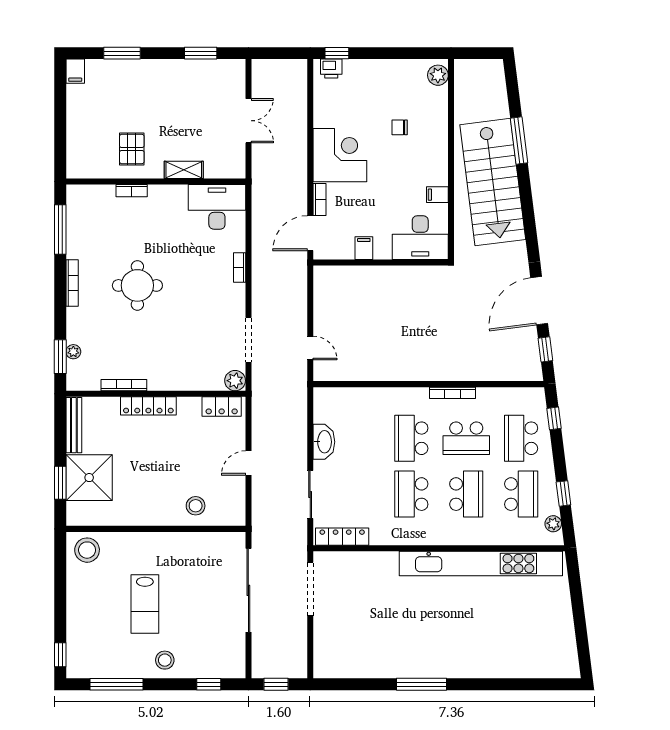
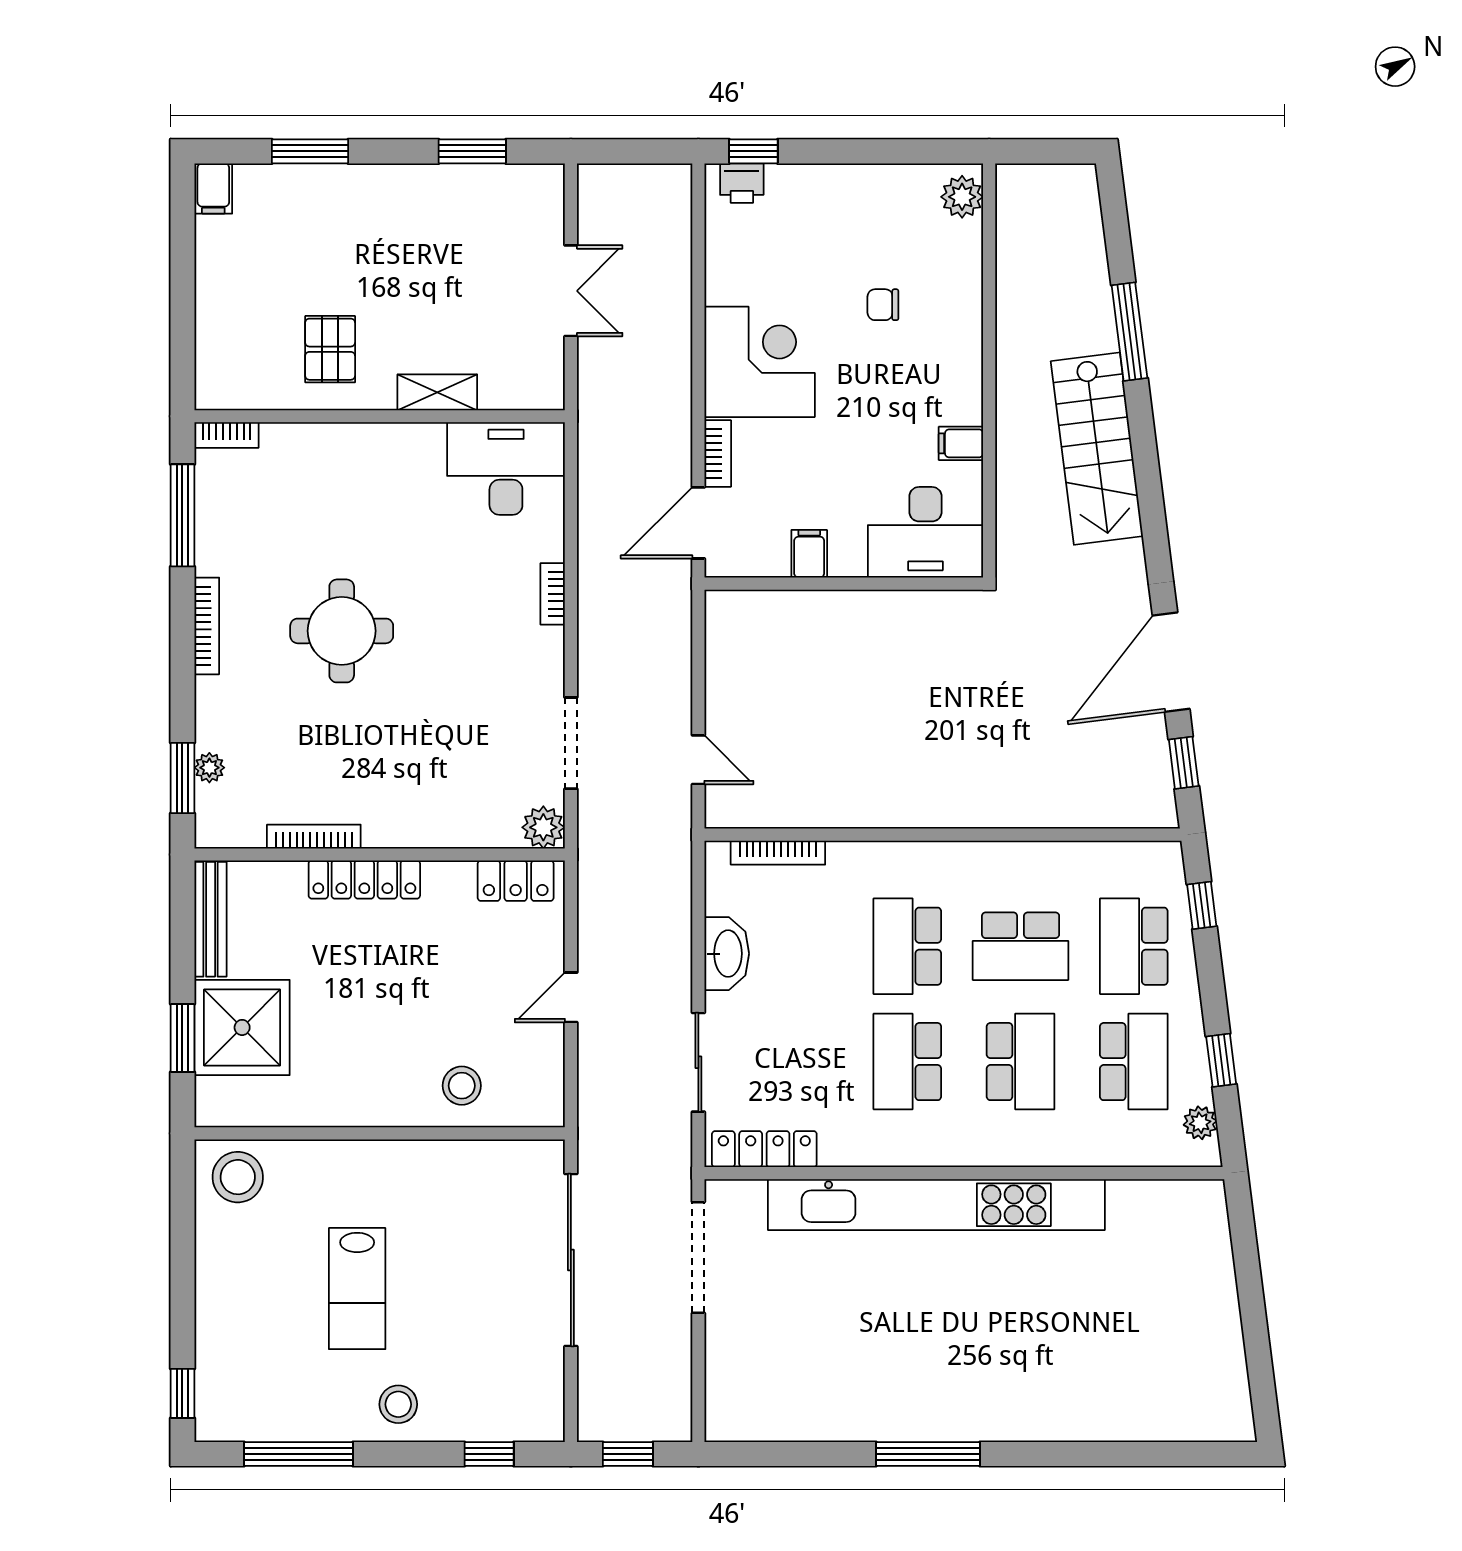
stairs: (493, 182) -> (1097, 449), width x0.73, depth x0.66
bookcase: (132, 191) -> (226, 435), moved
bookcase: (452, 393) -> (778, 853), moved
kitchen unit: (481, 563) -> (936, 1205), moved

